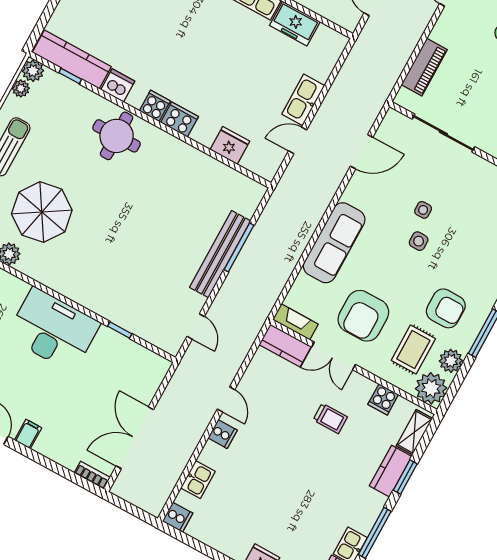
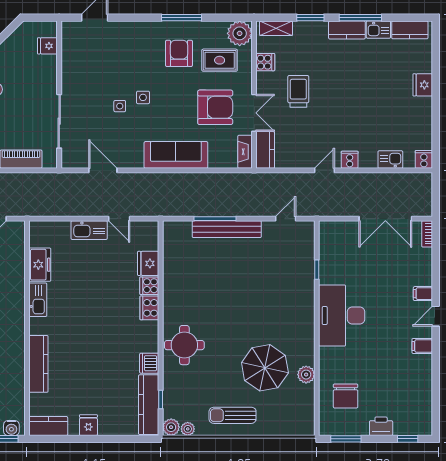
cooker: (155, 106) -> (149, 286), moved
plant: (451, 361) -> (213, 30), removed
trolley: (330, 418) -> (298, 91), width x1.36, depth x1.39
kitchen counter: (391, 471) -> (347, 30), moved

